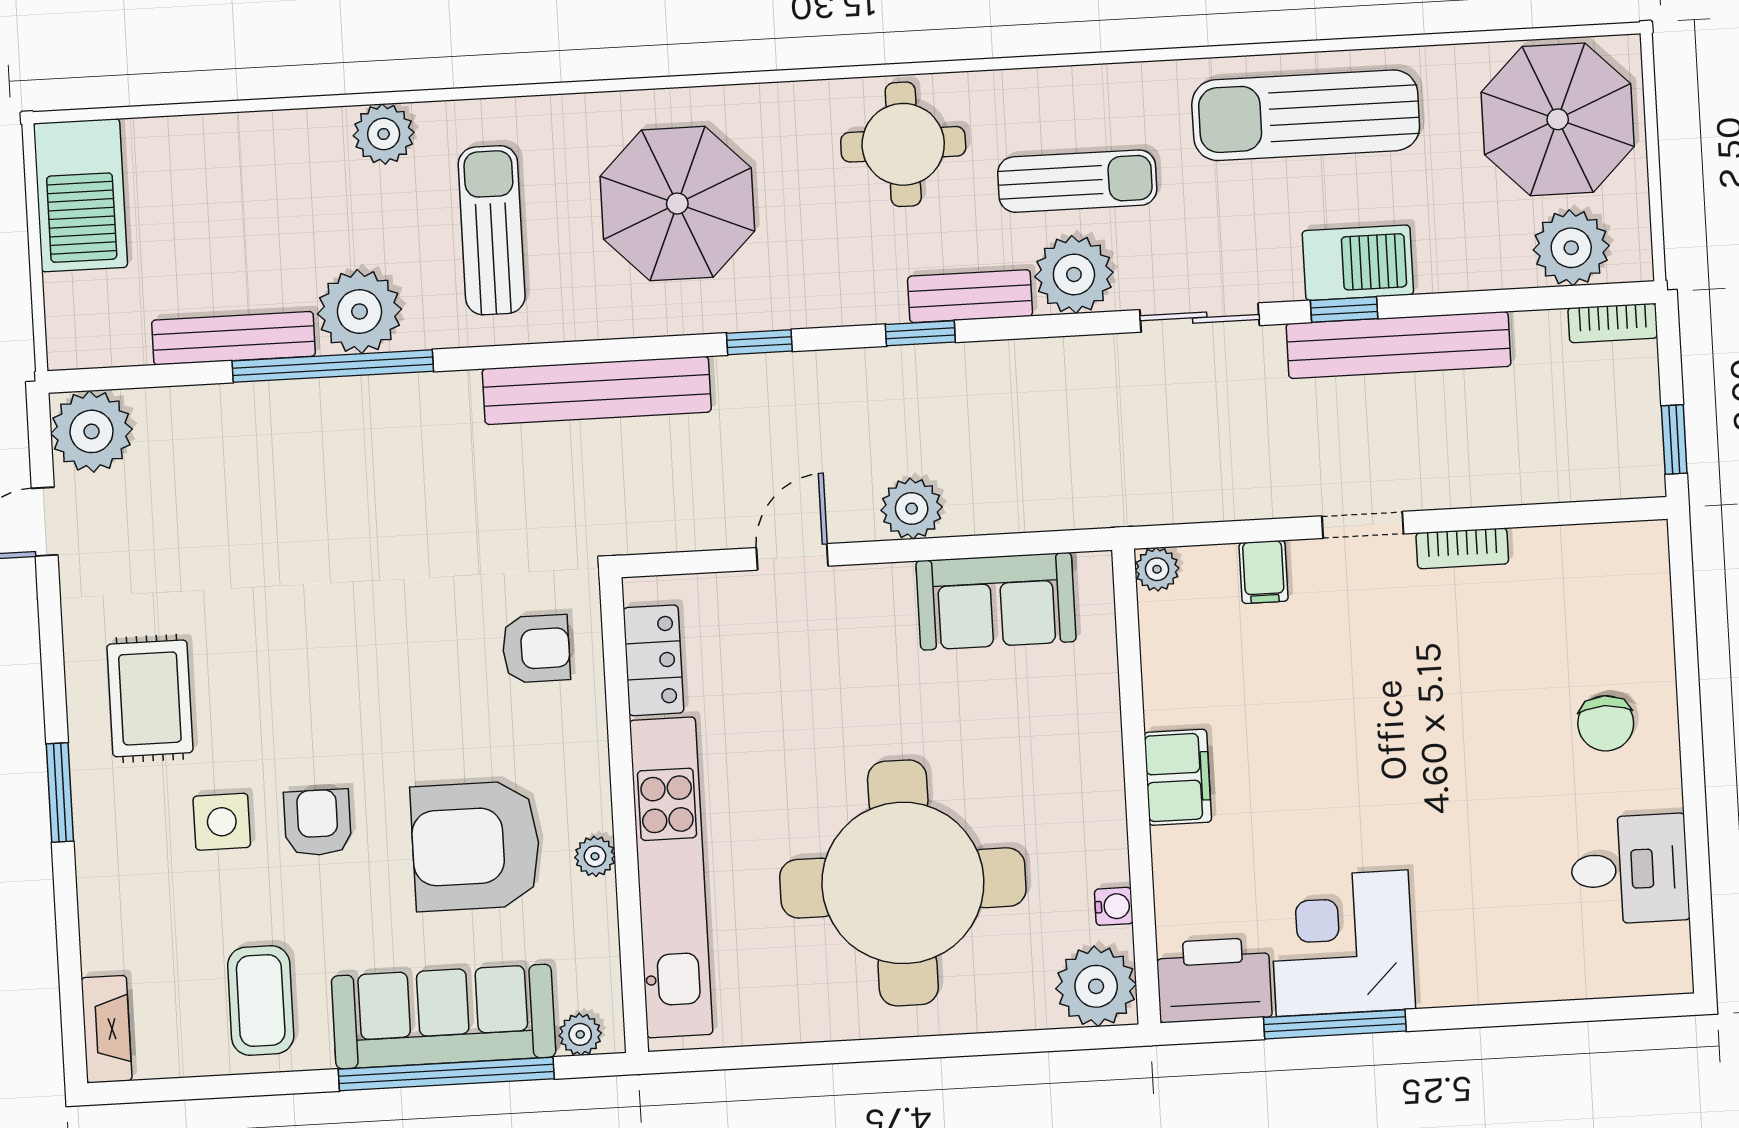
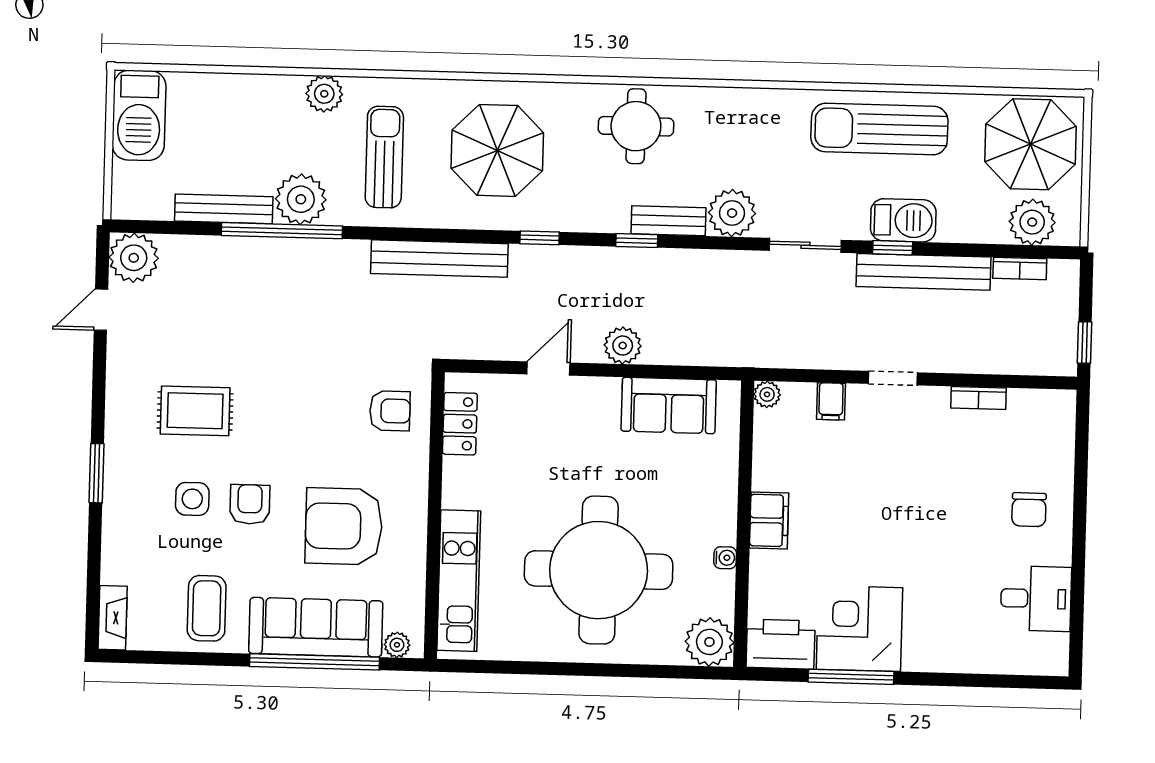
sun lounger: (1077, 181) -> (739, 157), removed
bookcase: (1613, 323) -> (1020, 268), moved
bookcase: (1462, 548) -> (979, 398), moved
rug: (150, 698) -> (195, 411), moved, turned 90
plant: (595, 856) -> (415, 539), removed
kitchen unit: (671, 877) -> (459, 581), width x0.73
water cooler: (1114, 906) -> (725, 558), moved

